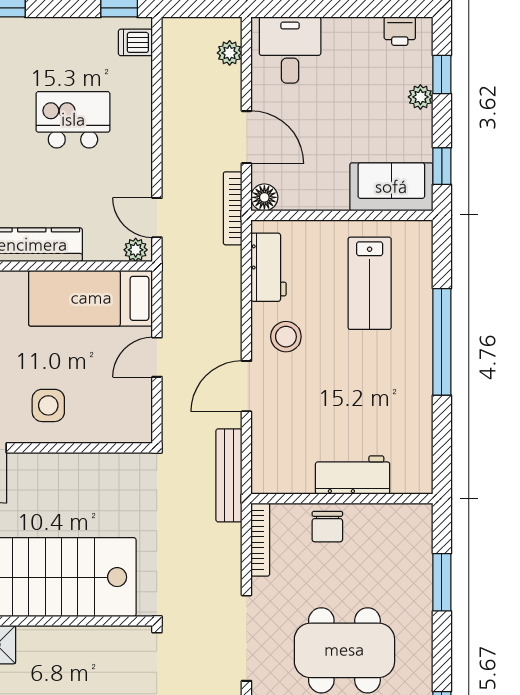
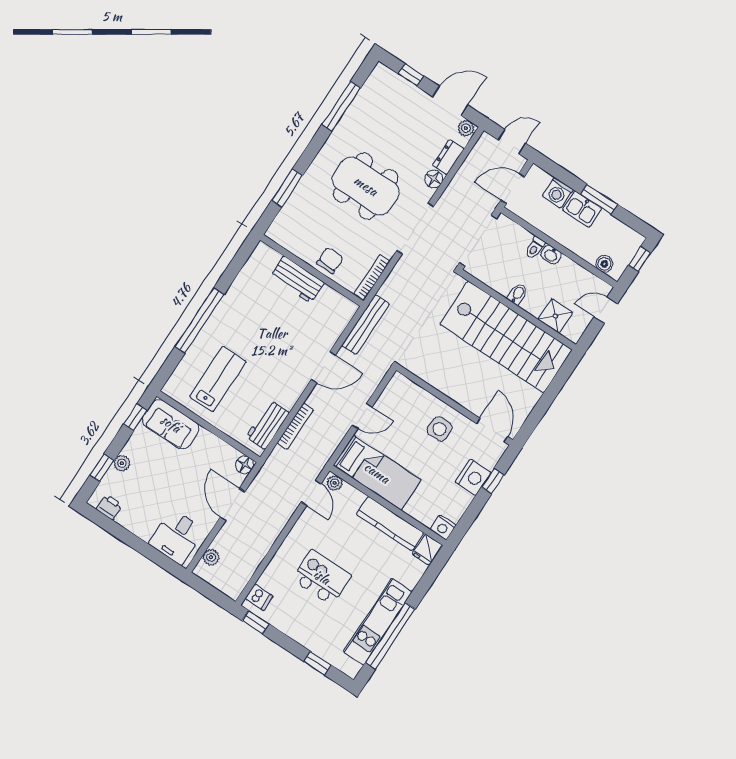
kitchen island: (73, 120) -> (322, 577), turned 180
bookcase: (233, 208) -> (295, 426), moved
stool: (286, 337) -> (283, 380), removed
bidet: (63, 641) -> (518, 294), added

